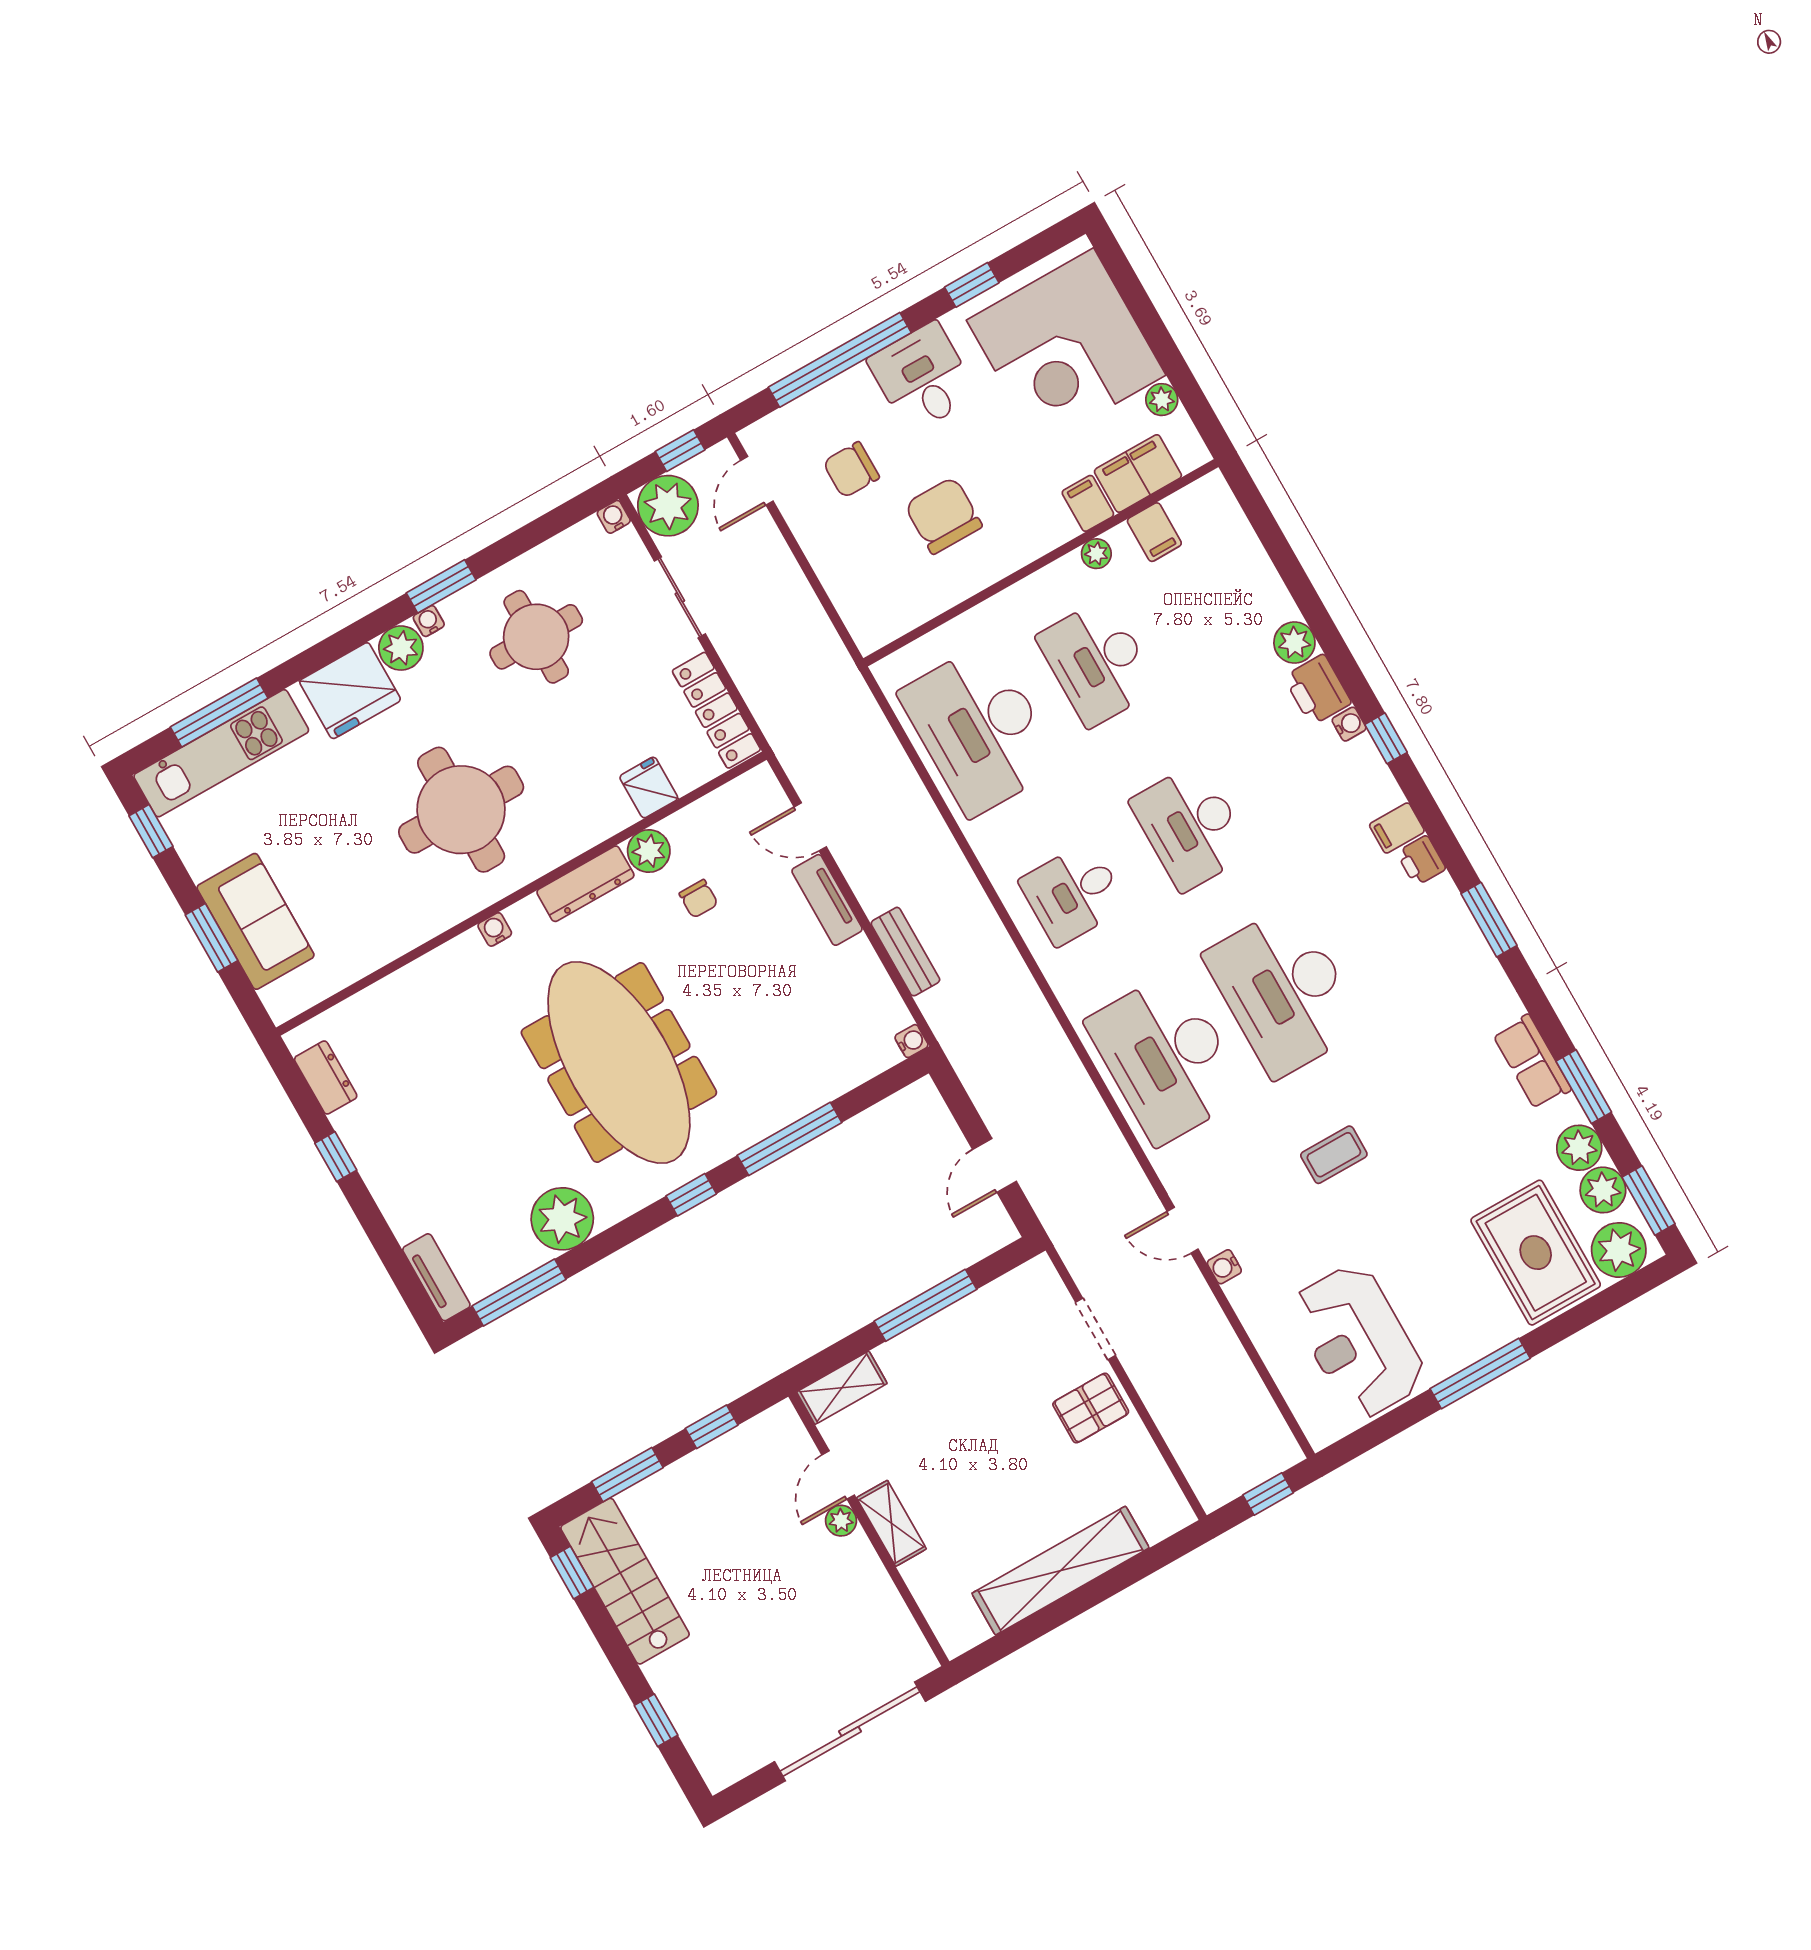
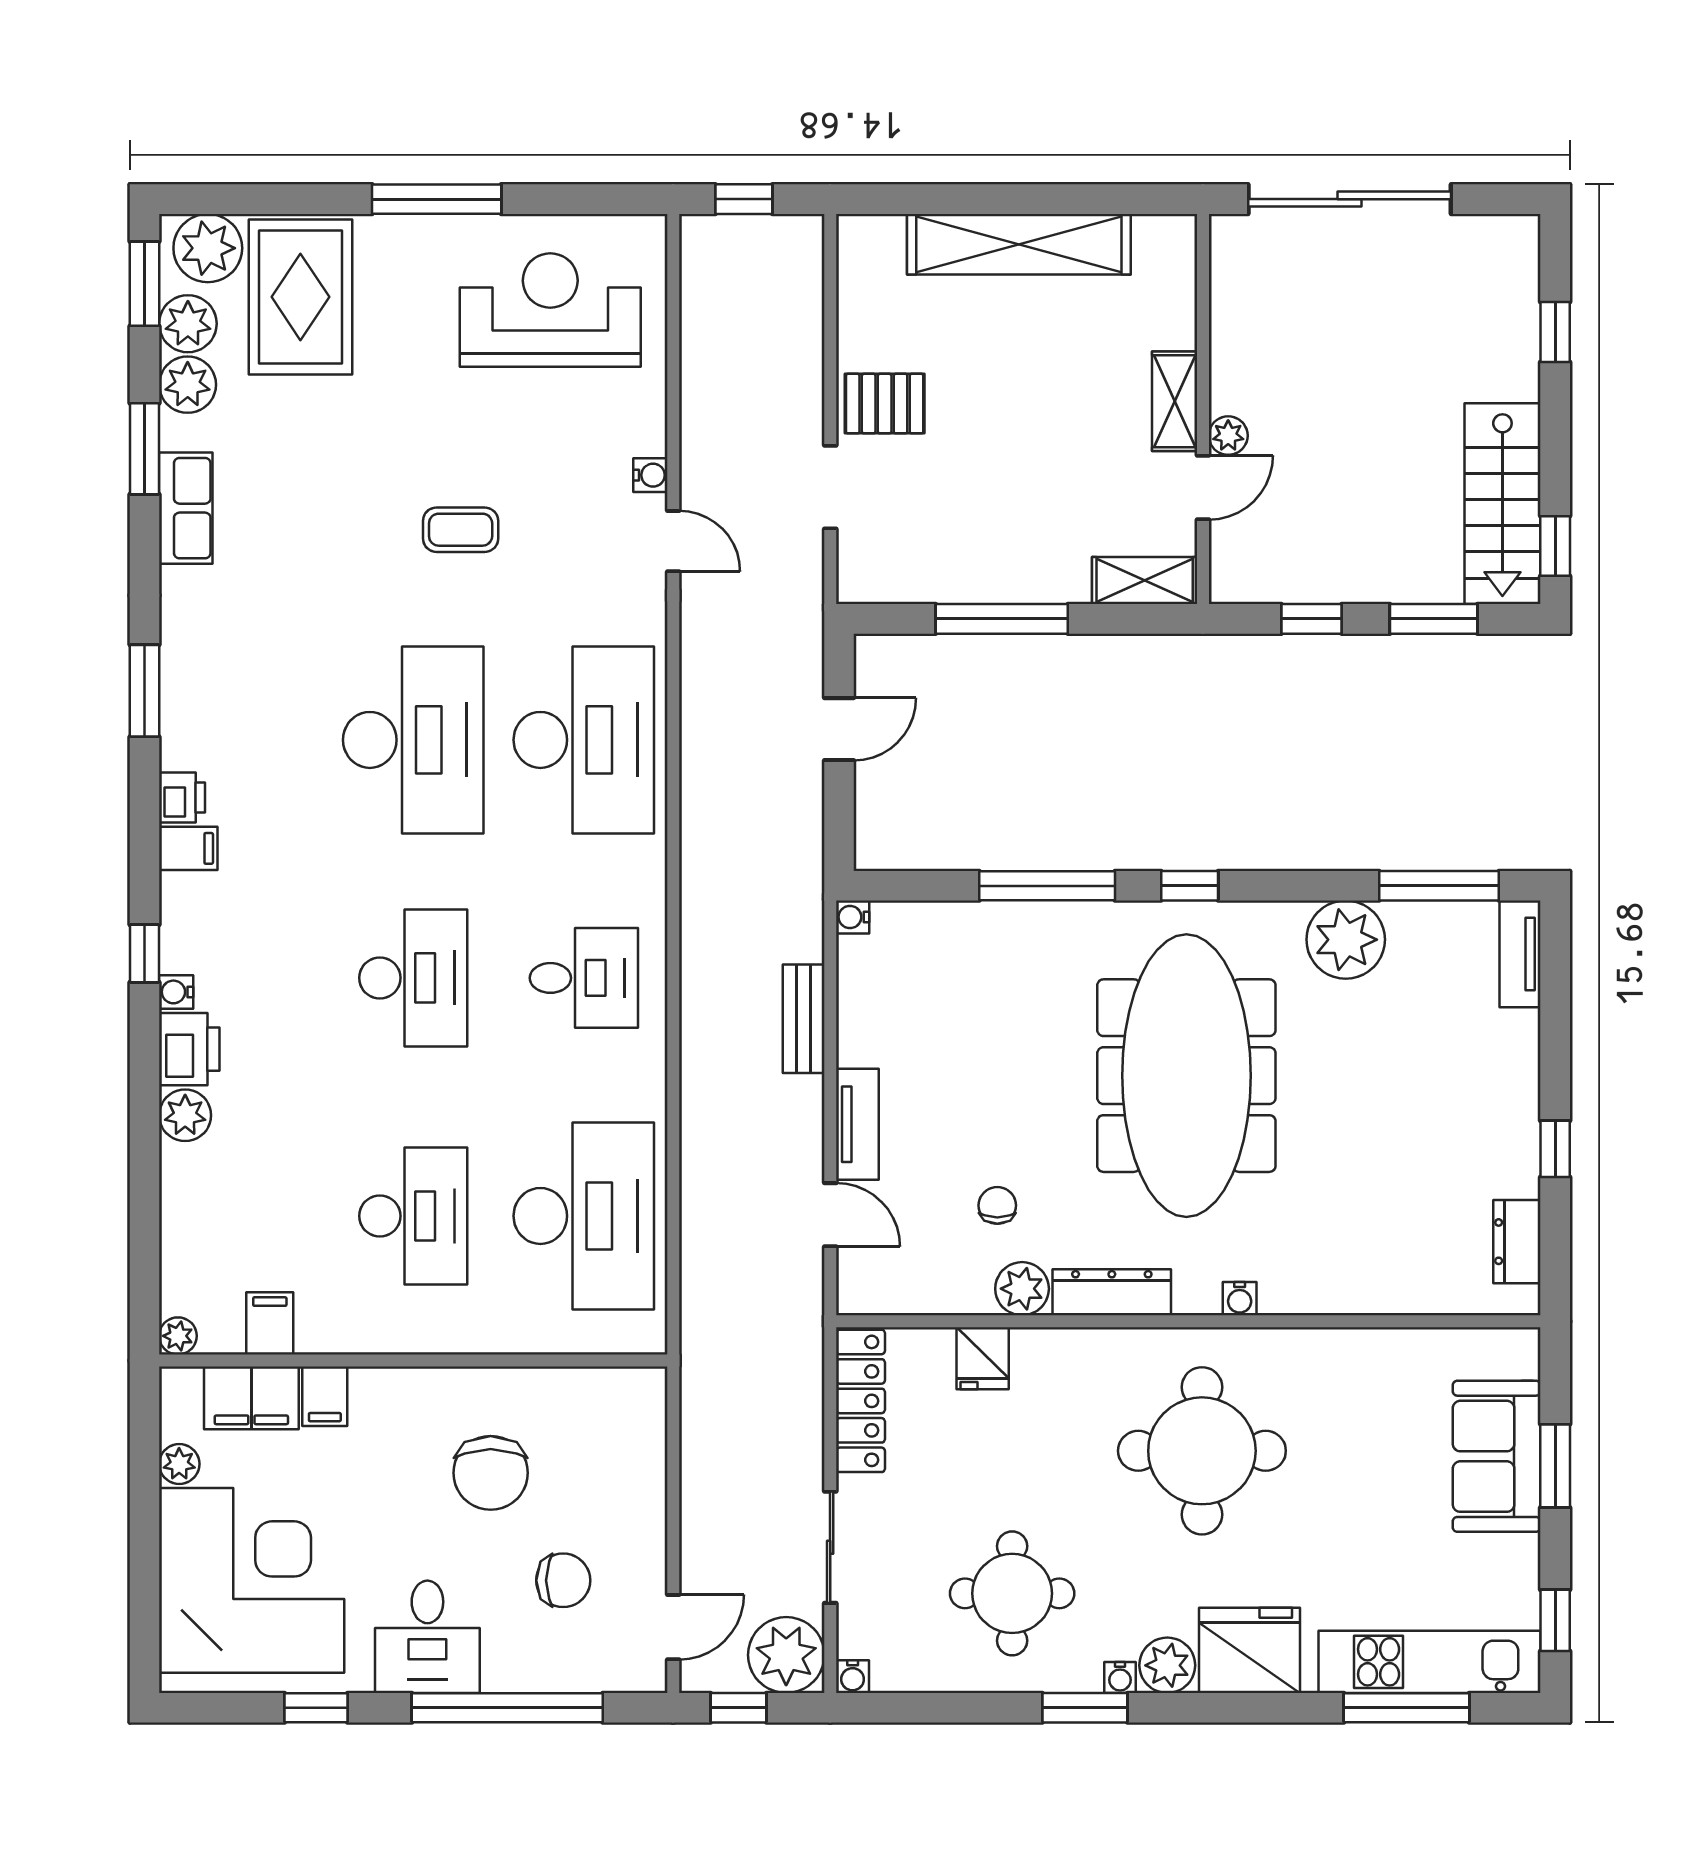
plant: (1096, 554) -> (178, 1336), moved
reception desk: (1358, 1341) -> (550, 310), turned -90

